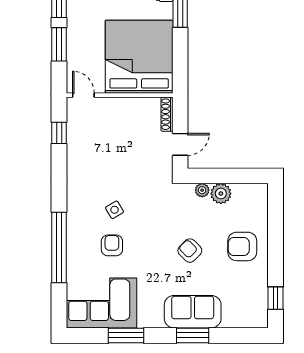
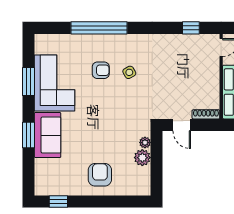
armchair: (190, 251) -> (97, 133), removed
corner sofa: (102, 303) -> (55, 83), moved

